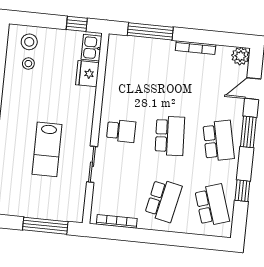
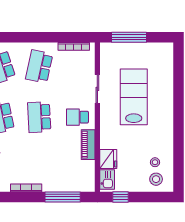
piano: (111, 95) -> (88, 145), added
lab bench: (47, 149) -> (134, 97), width x1.36, depth x1.39

